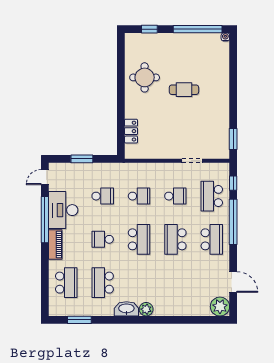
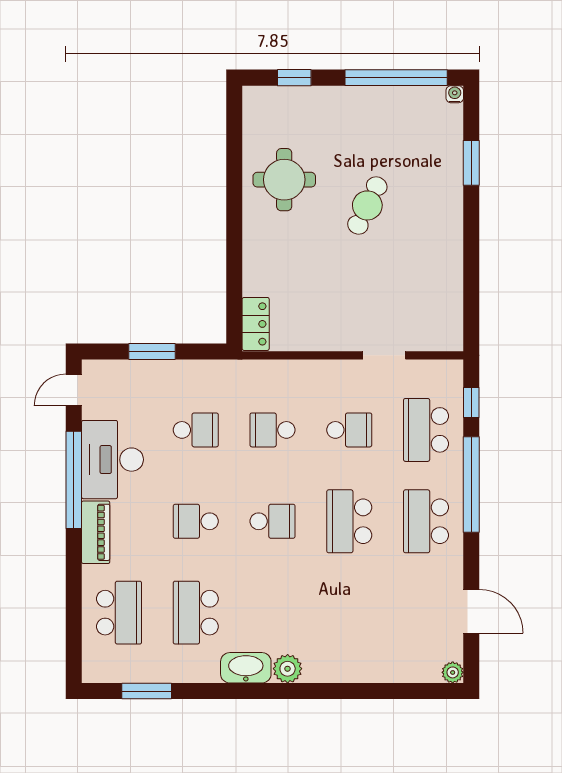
cafe table: (184, 90) -> (367, 205), turned -64
locker: (131, 131) -> (256, 324), moved
window: (233, 139) -> (471, 163), moved
school desk: (139, 196) -> (273, 430), turned 180
school desk: (139, 239) -> (273, 521), width x0.54
school desk: (212, 239) -> (426, 521), turned 180
plant: (220, 307) -> (453, 672), width x0.53, depth x0.53

